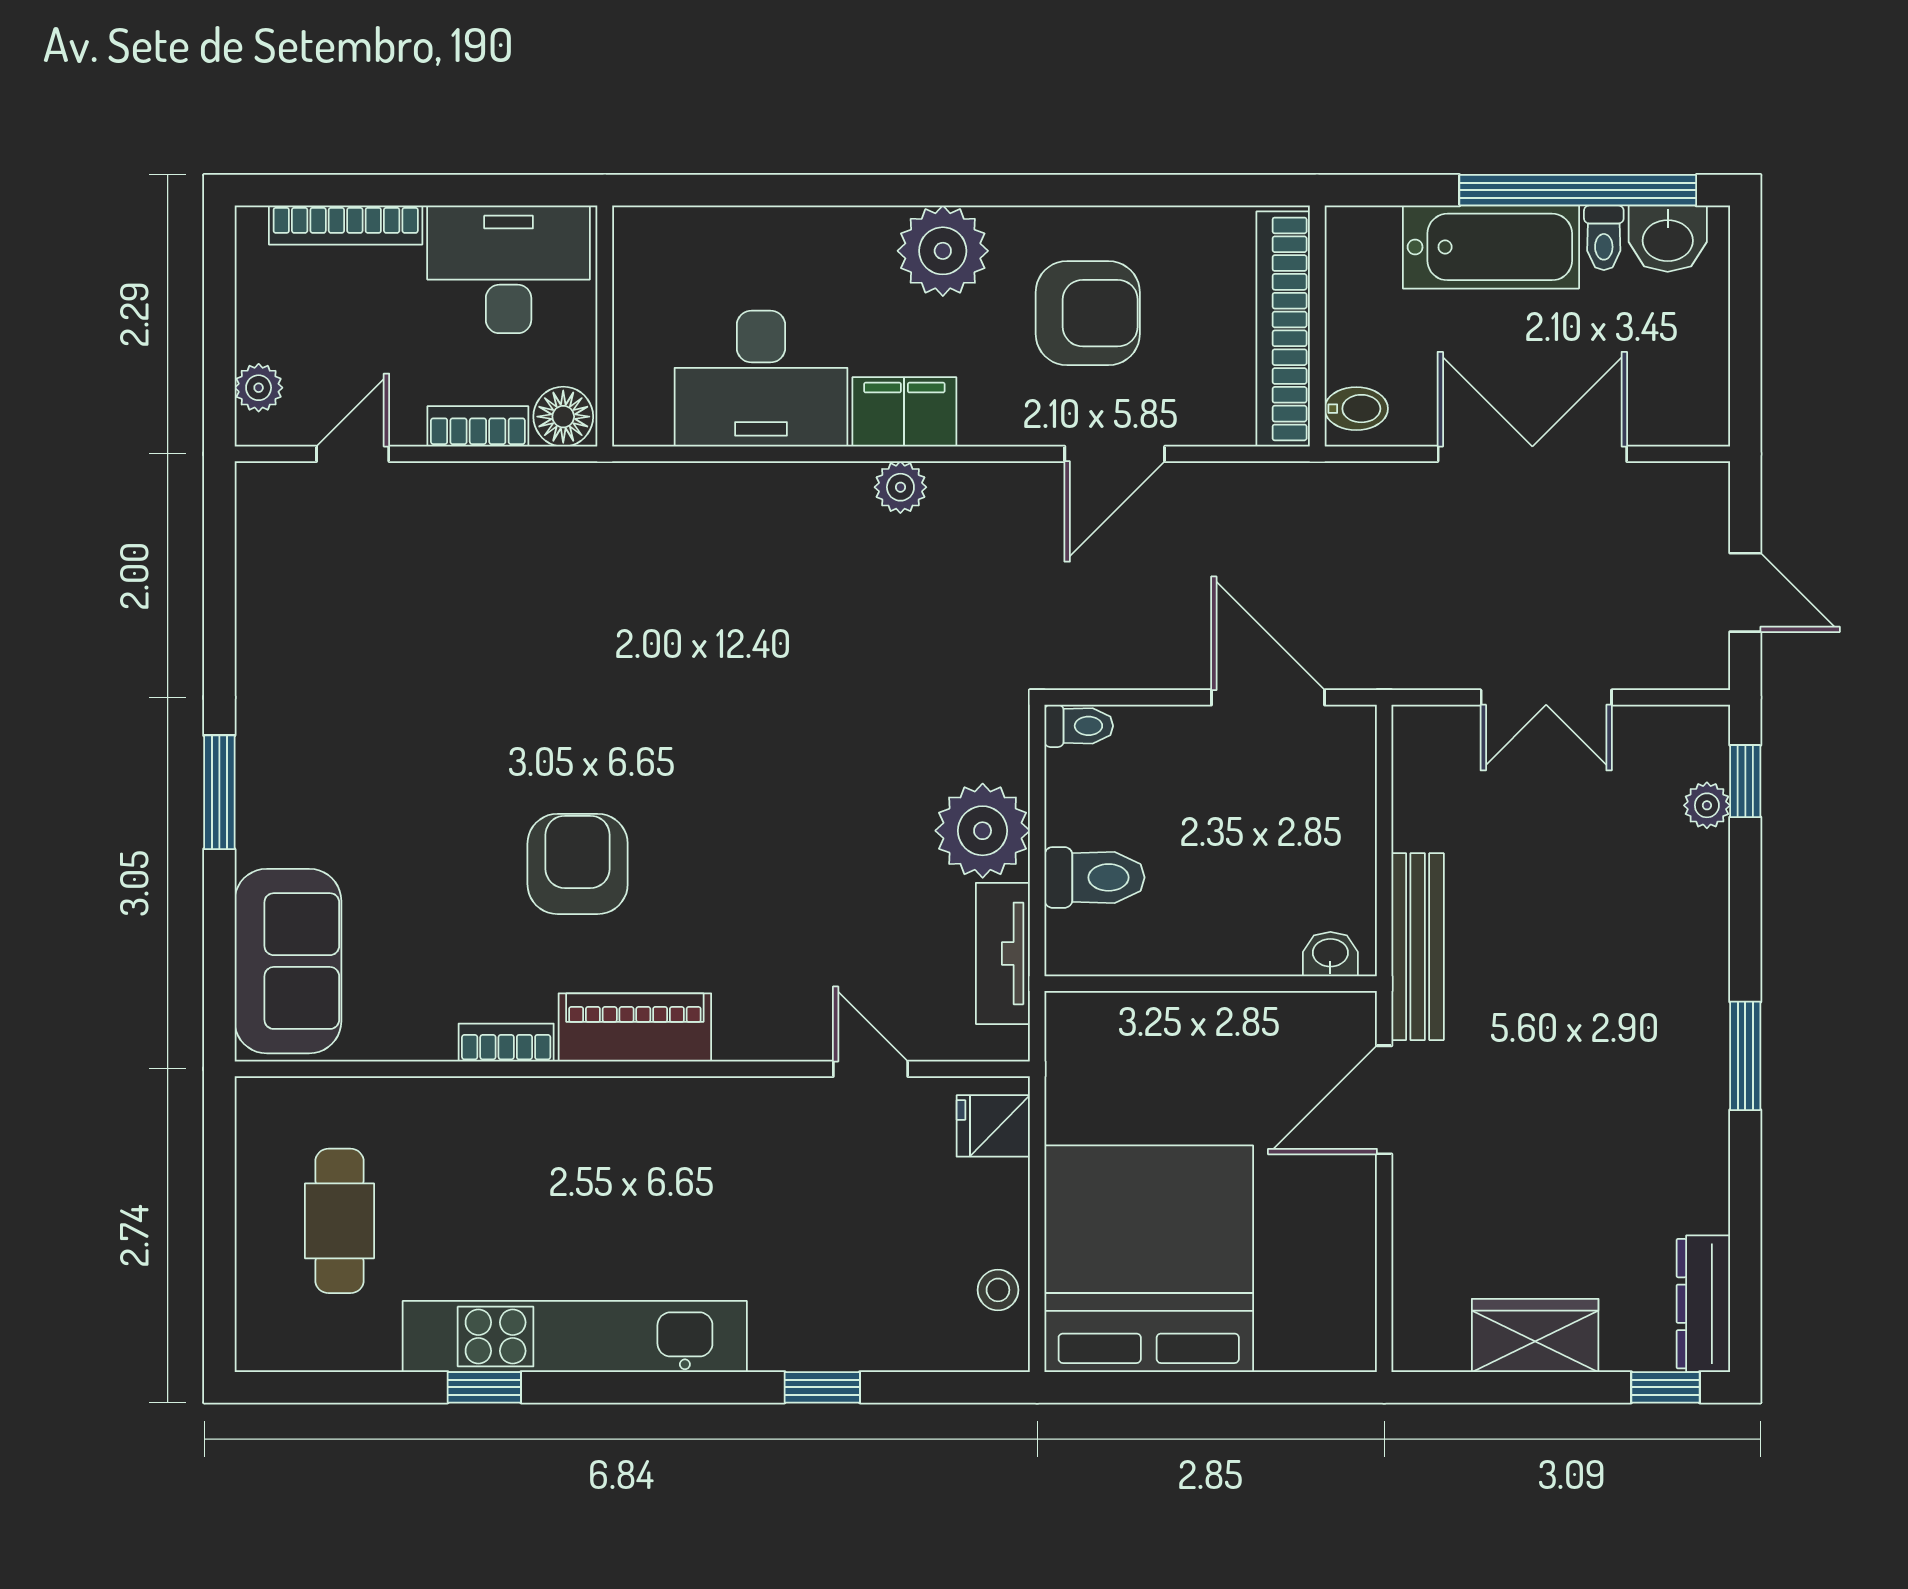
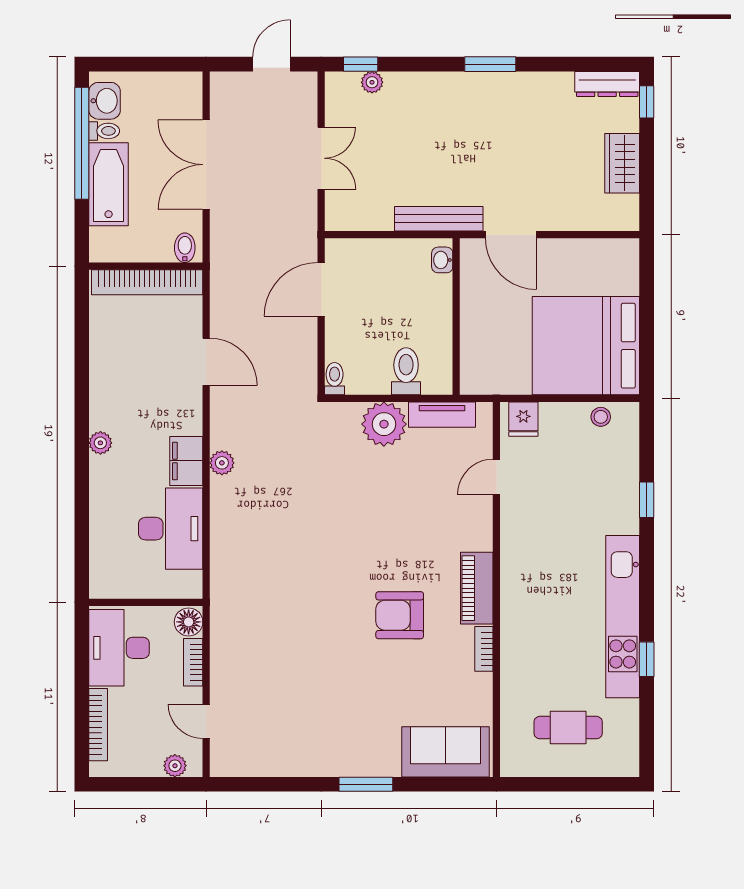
plant: (943, 251) -> (100, 443), width x0.53, depth x0.53
armchair: (1088, 313) -> (140, 374), removed

